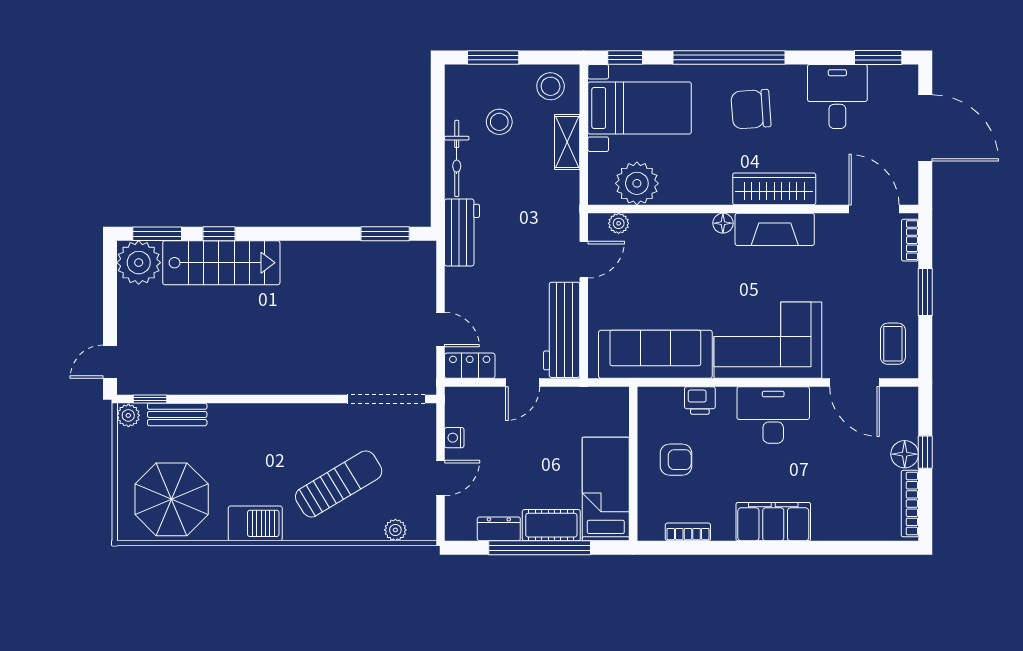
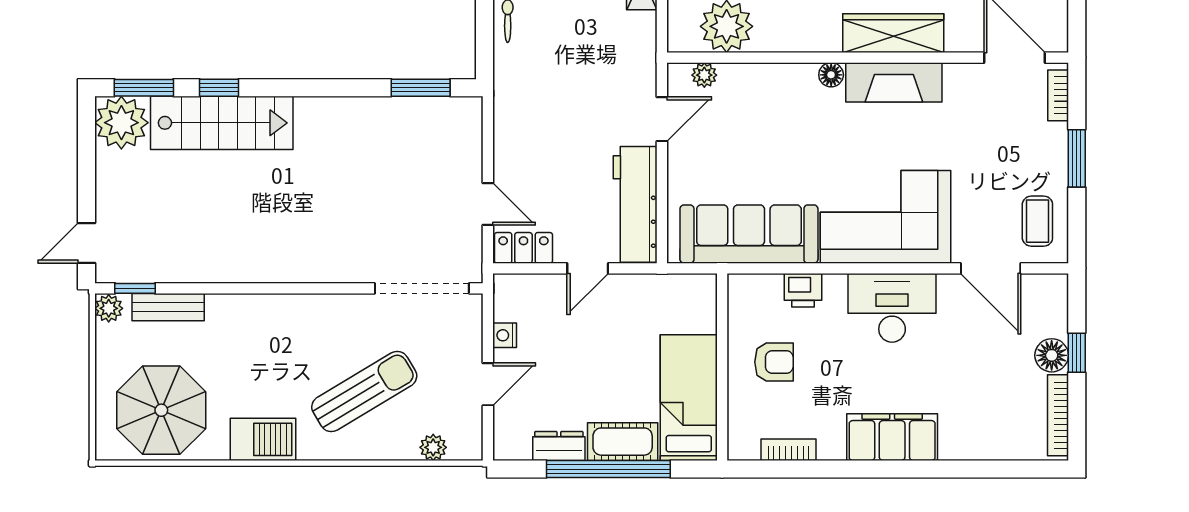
workbench: (462, 232) -> (514, 86), removed

